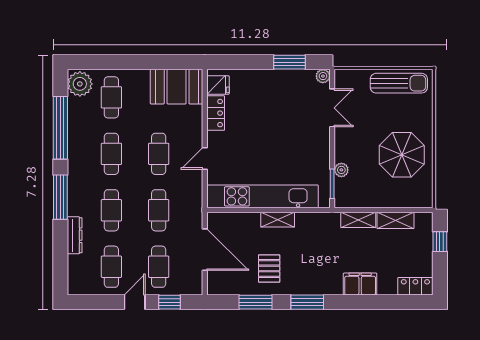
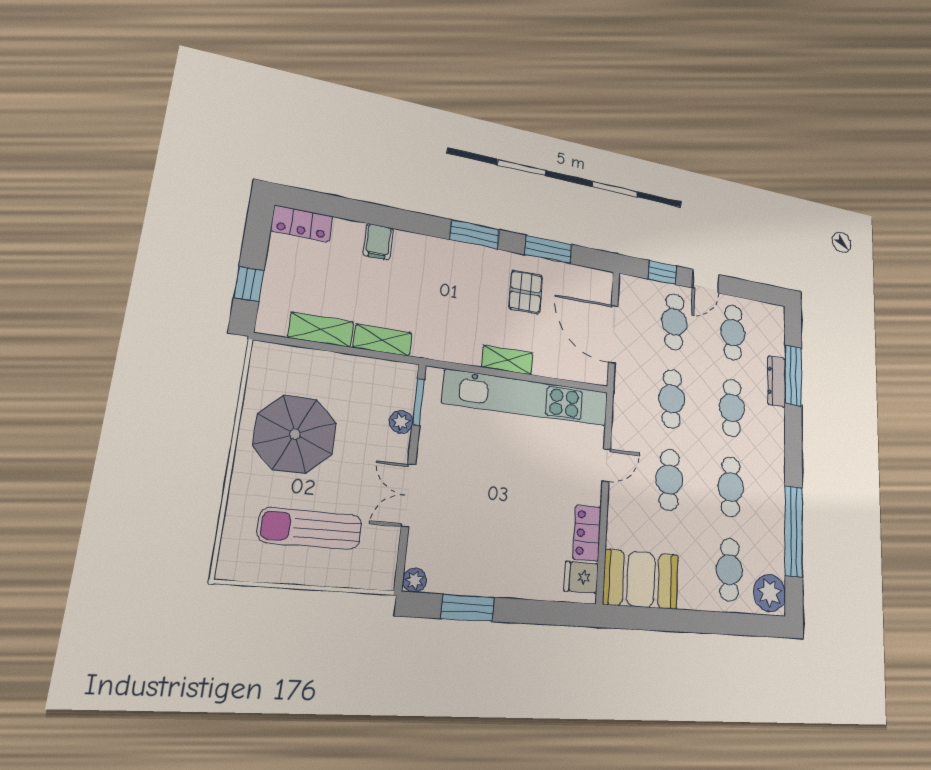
sun lounger: (399, 83) -> (310, 529), moved
double door: (332, 108) -> (408, 495), moved
window: (60, 197) -> (793, 376), moved
filing cabinet: (360, 284) -> (378, 242), width x0.50

